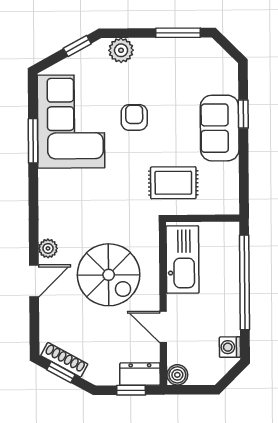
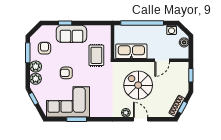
plant: (148, 50) -> (36, 67), added
armchair: (188, 69) -> (44, 48), added
spiral stairs: (109, 275) -> (138, 85), turned -90
dresser: (140, 374) -> (184, 71), removed
boiler: (177, 375) -> (184, 42), moved

